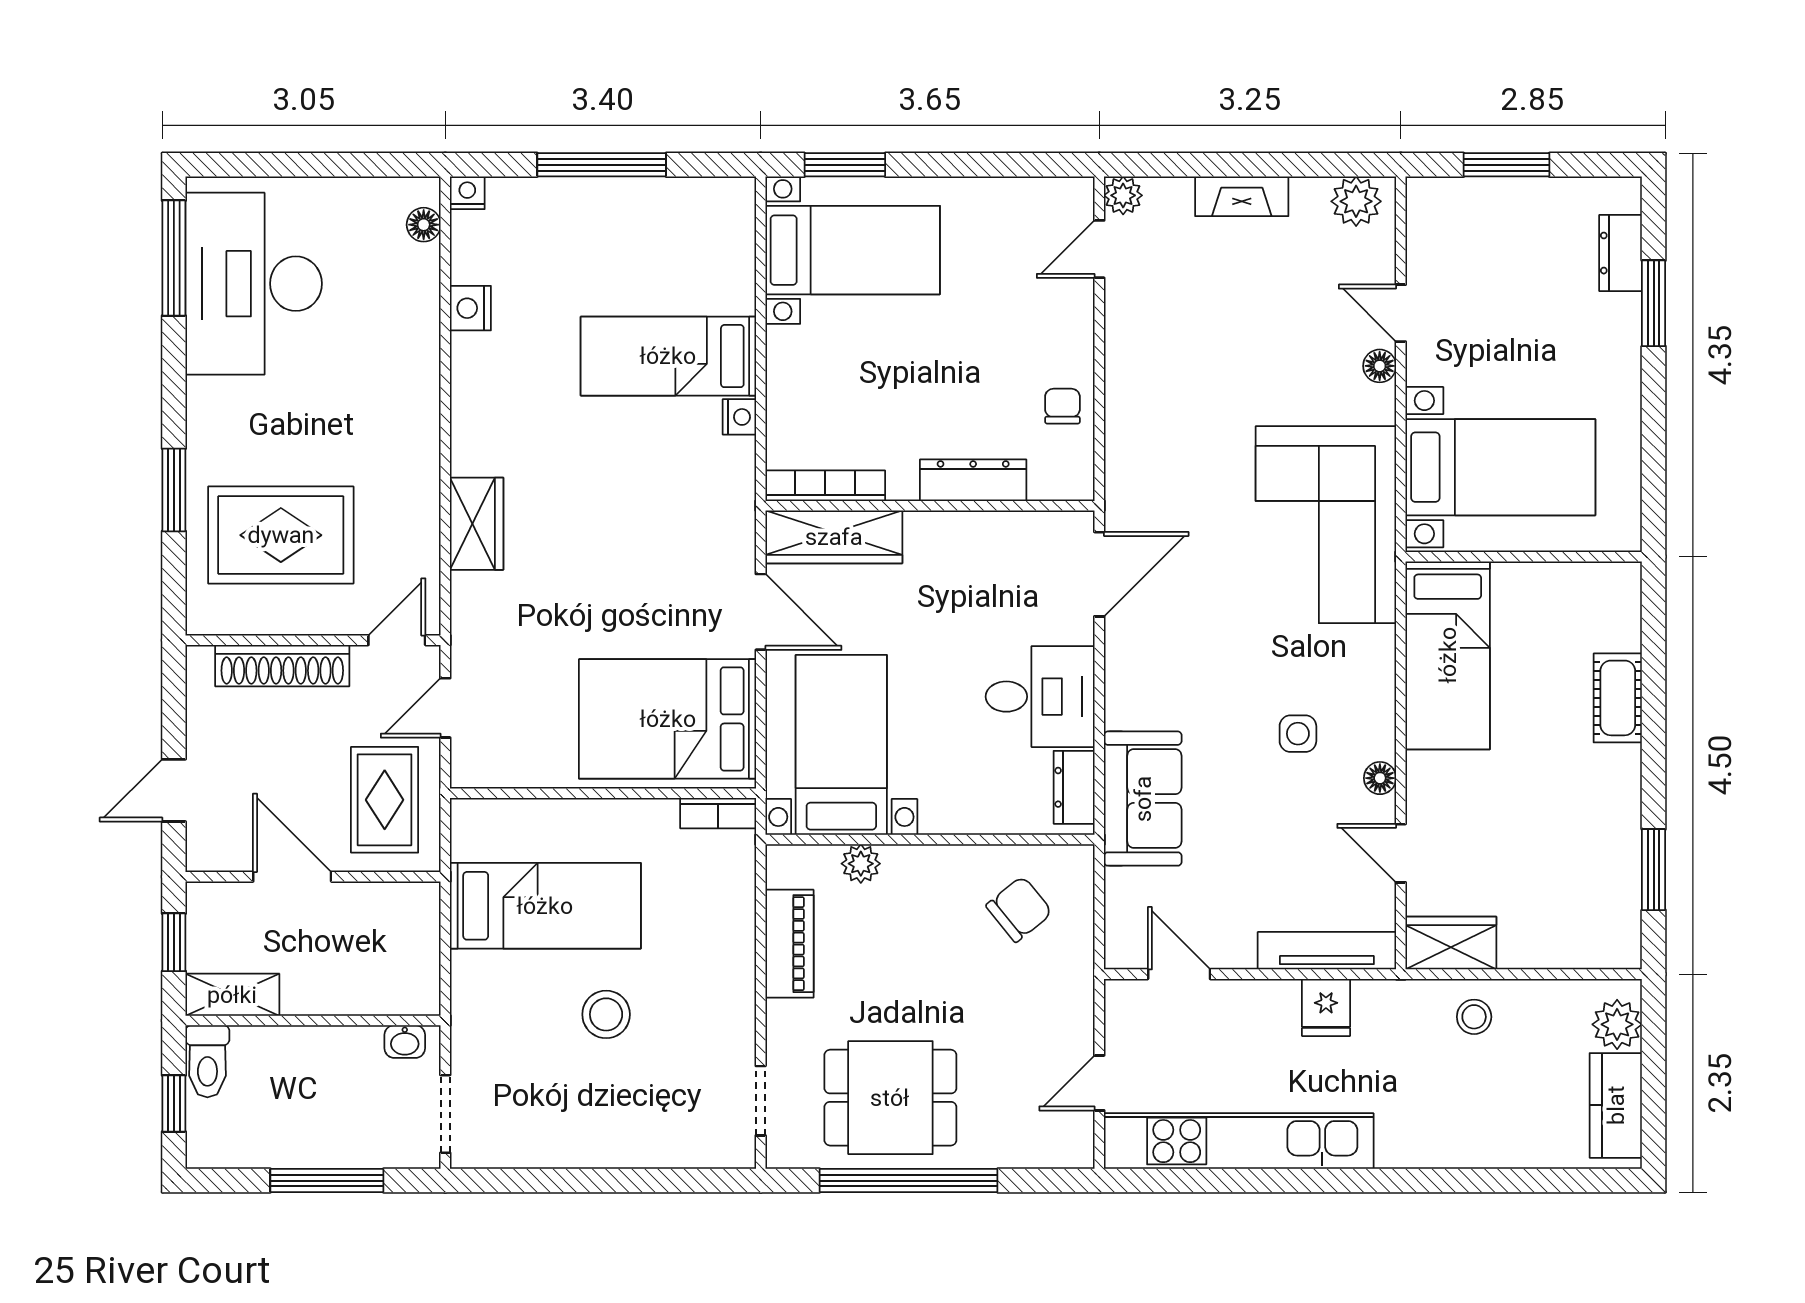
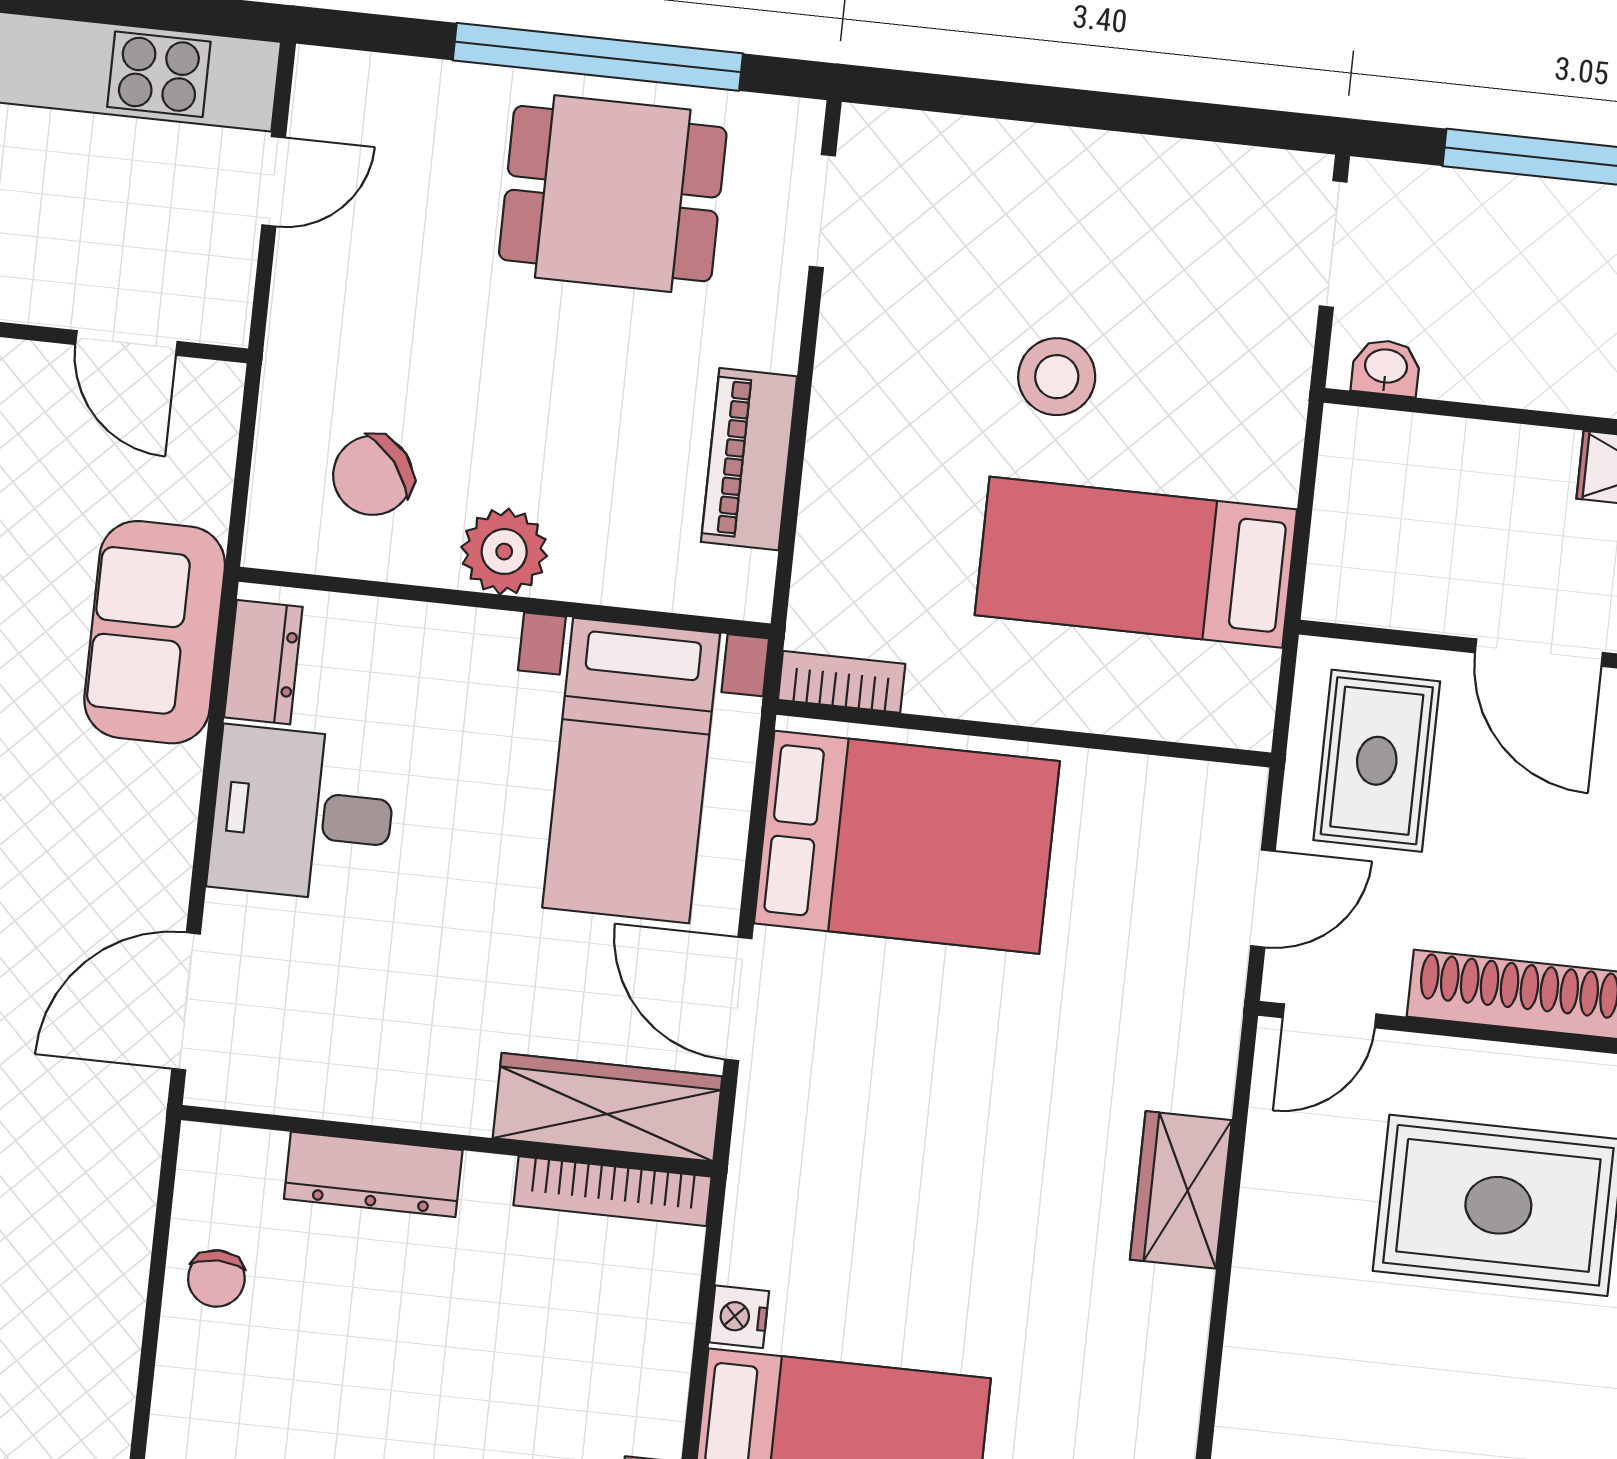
plant: (861, 864) -> (504, 552), moved, width x1.38, depth x1.38

